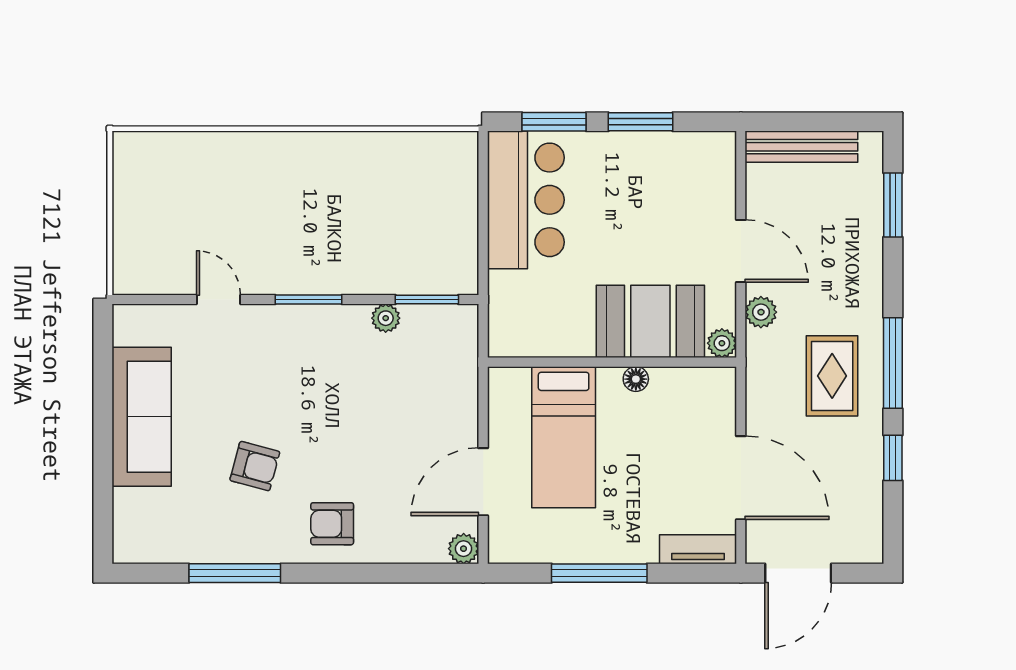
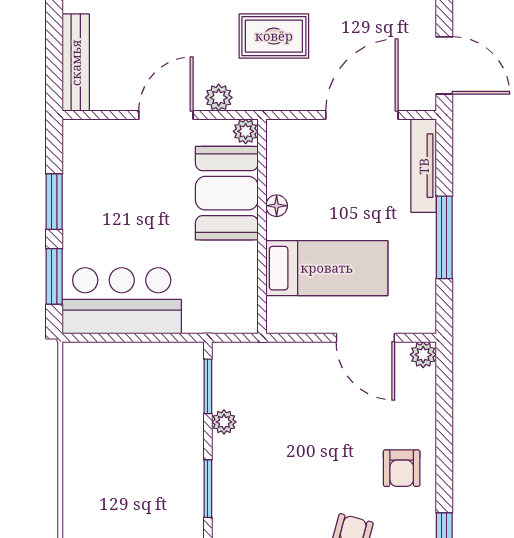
tv unit: (698, 549) -> (424, 166), width x1.41

